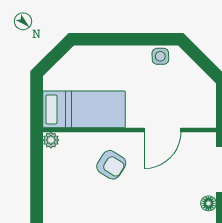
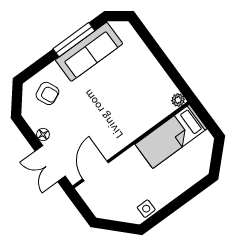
door: (162, 130) -> (95, 171), moved
armchair: (111, 165) -> (126, 113), removed

